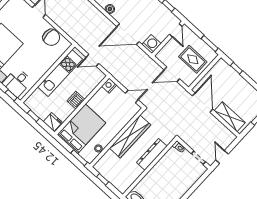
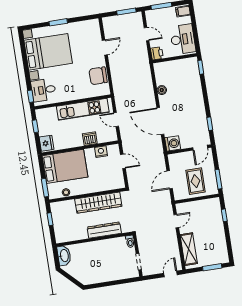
chair: (51, 37) -> (98, 76), turned 90
door: (172, 74) -> (170, 180), hinge flipped
nightstand: (109, 86) -> (101, 152), moved
door: (132, 96) -> (123, 161), moved
dishwasher: (76, 100) -> (90, 139), moved
door: (203, 103) -> (176, 221), width x0.53
door: (222, 157) -> (171, 274), moved

